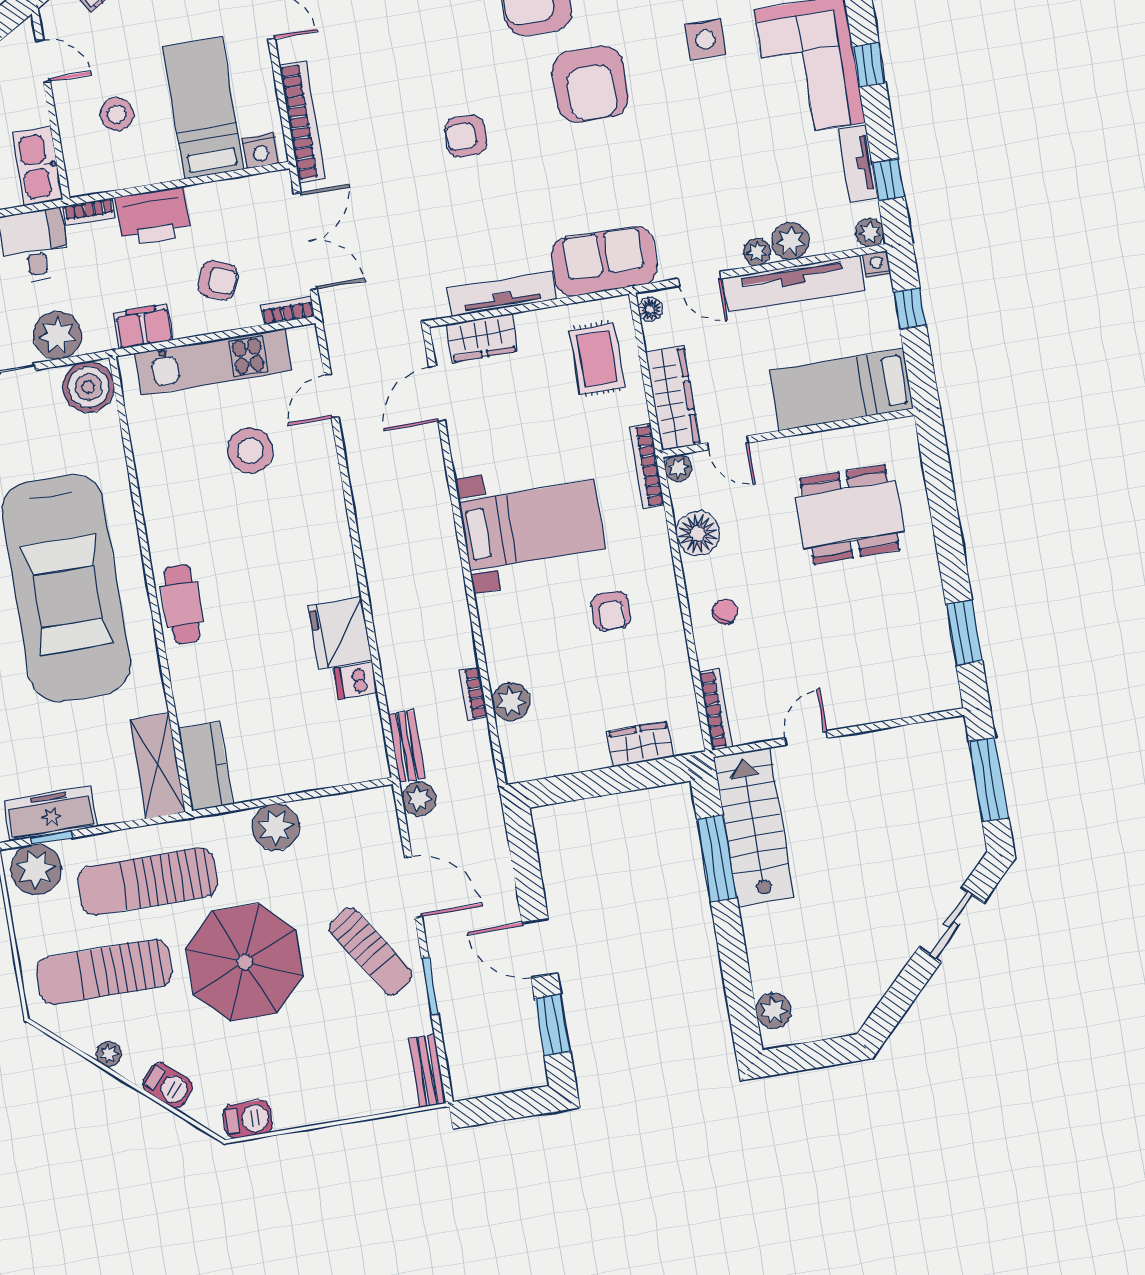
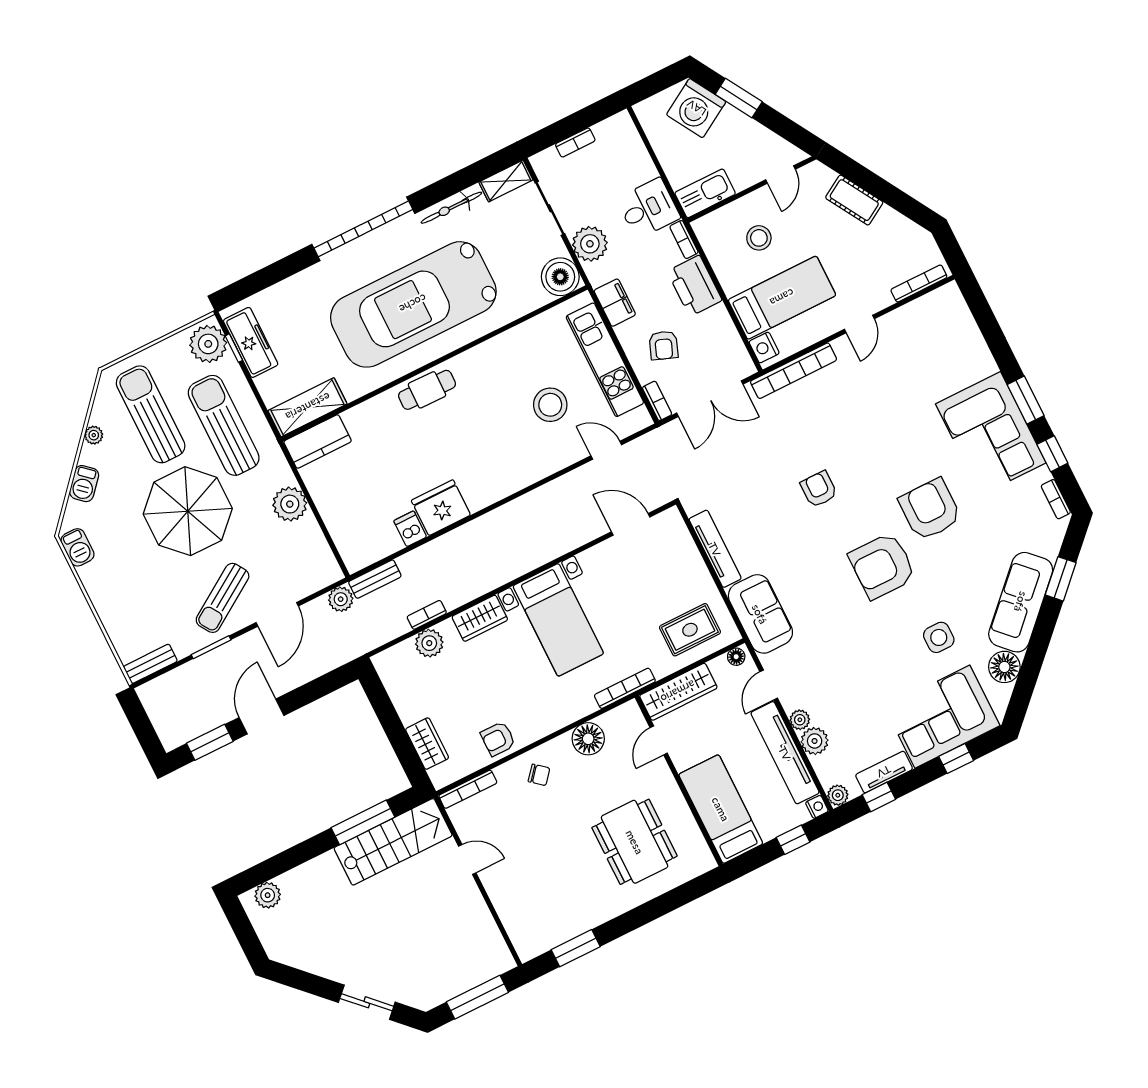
wardrobe: (482, 338) -> (480, 618), moved, turned -90
plant: (678, 468) -> (630, 711), removed
armchair: (611, 611) -> (498, 739), moved

